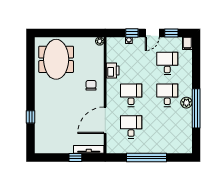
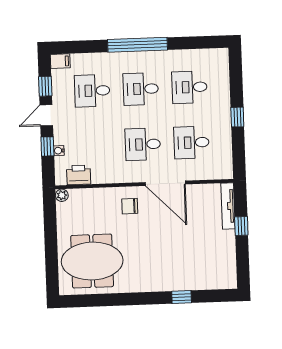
door: (152, 33) -> (46, 115), swing flipped
printer: (113, 70) -> (79, 175), moved
plant: (186, 103) -> (151, 59), removed
window: (196, 108) -> (138, 45), moved
door: (105, 120) -> (165, 183), moved
desk: (167, 127) -> (189, 87), added
window: (147, 158) -> (237, 117), width x0.32

